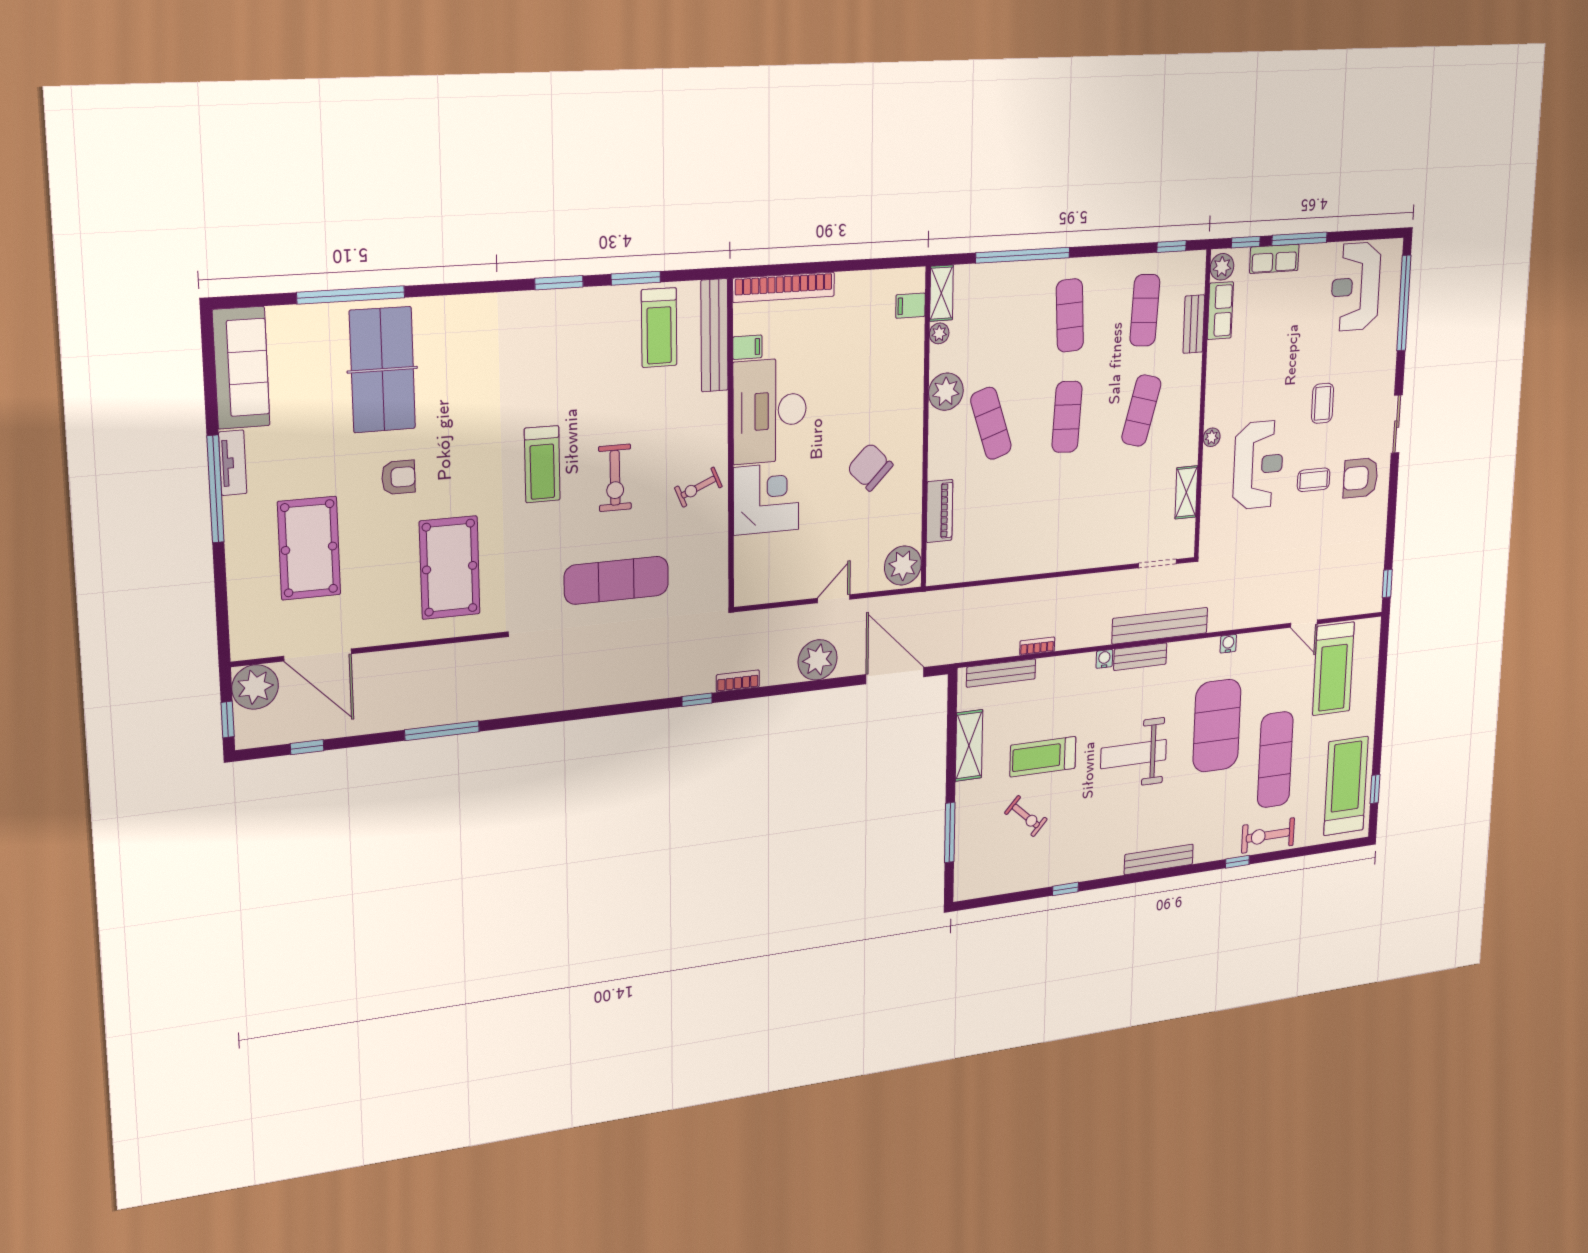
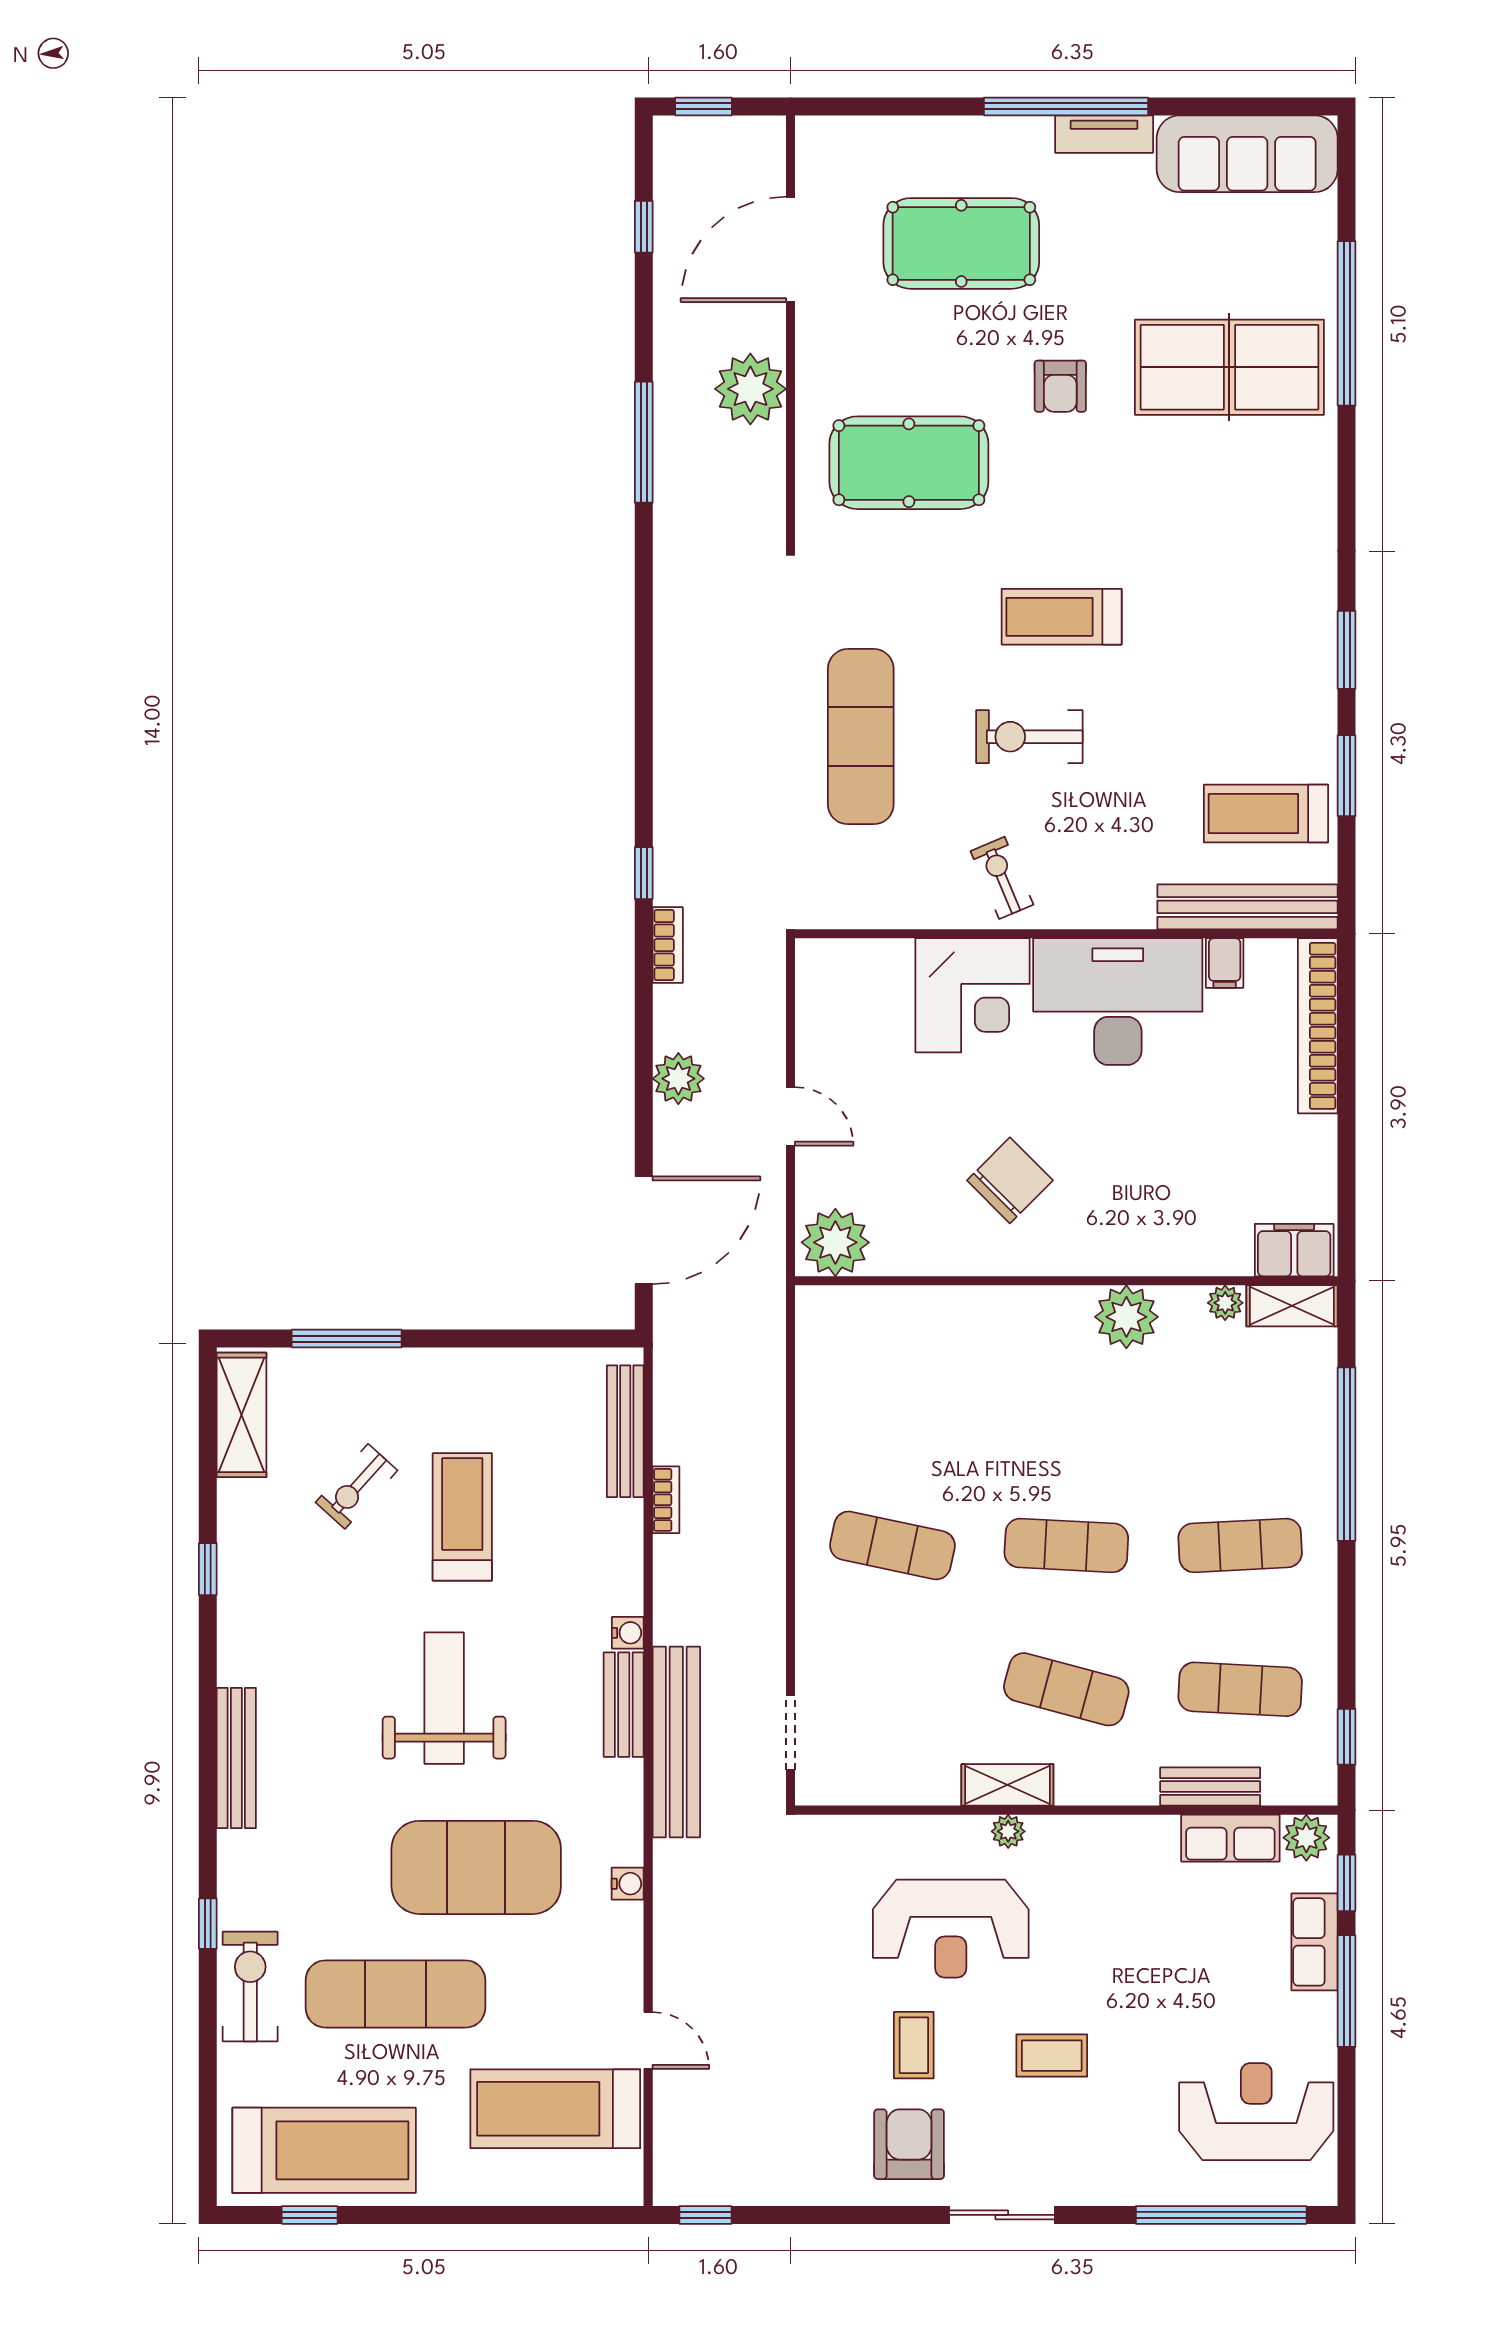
filing cabinet: (911, 306) -> (1294, 1250), width x2.00
exercise mat: (991, 423) -> (892, 1545), moved, turned 30
shelving: (1186, 492) -> (1007, 1785), moved
piano: (940, 511) -> (923, 1309), removed
door: (1304, 624) -> (648, 2040), swing flipped
plant: (818, 660) -> (678, 1079), width x0.73, depth x0.73
plant: (255, 687) -> (750, 389), moved
shelving: (969, 745) -> (242, 1415), moved, turned 90

